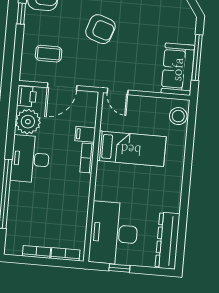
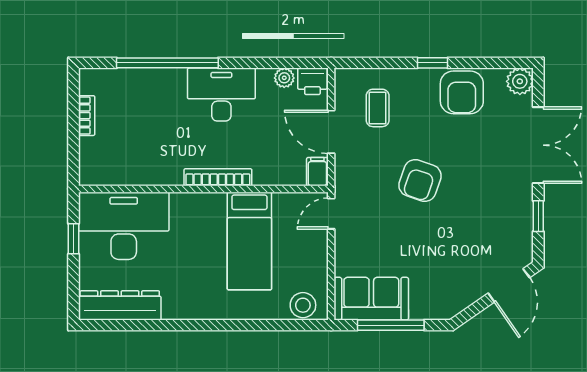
plant: (28, 122) -> (284, 78), width x0.53, depth x0.53
filing cabinet: (85, 134) -> (317, 172), moved
bookcase: (87, 158) -> (218, 177), width x1.56
bookcase: (65, 254) -> (87, 158), removed

